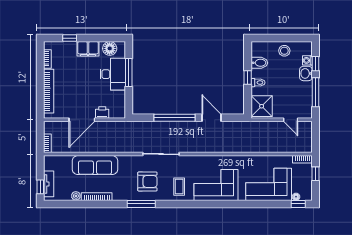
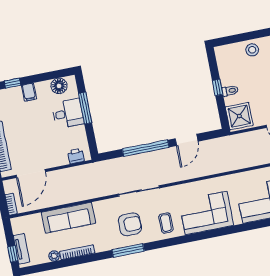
filing cabinet: (88, 49) -> (29, 92), width x0.50
bidet: (259, 63) -> (227, 69), removed
desk: (113, 74) -> (68, 114), width x0.73
printer: (102, 113) -> (76, 156), moved
door: (212, 118) -> (187, 140), swing flipped
door: (82, 120) -> (31, 173), moved

